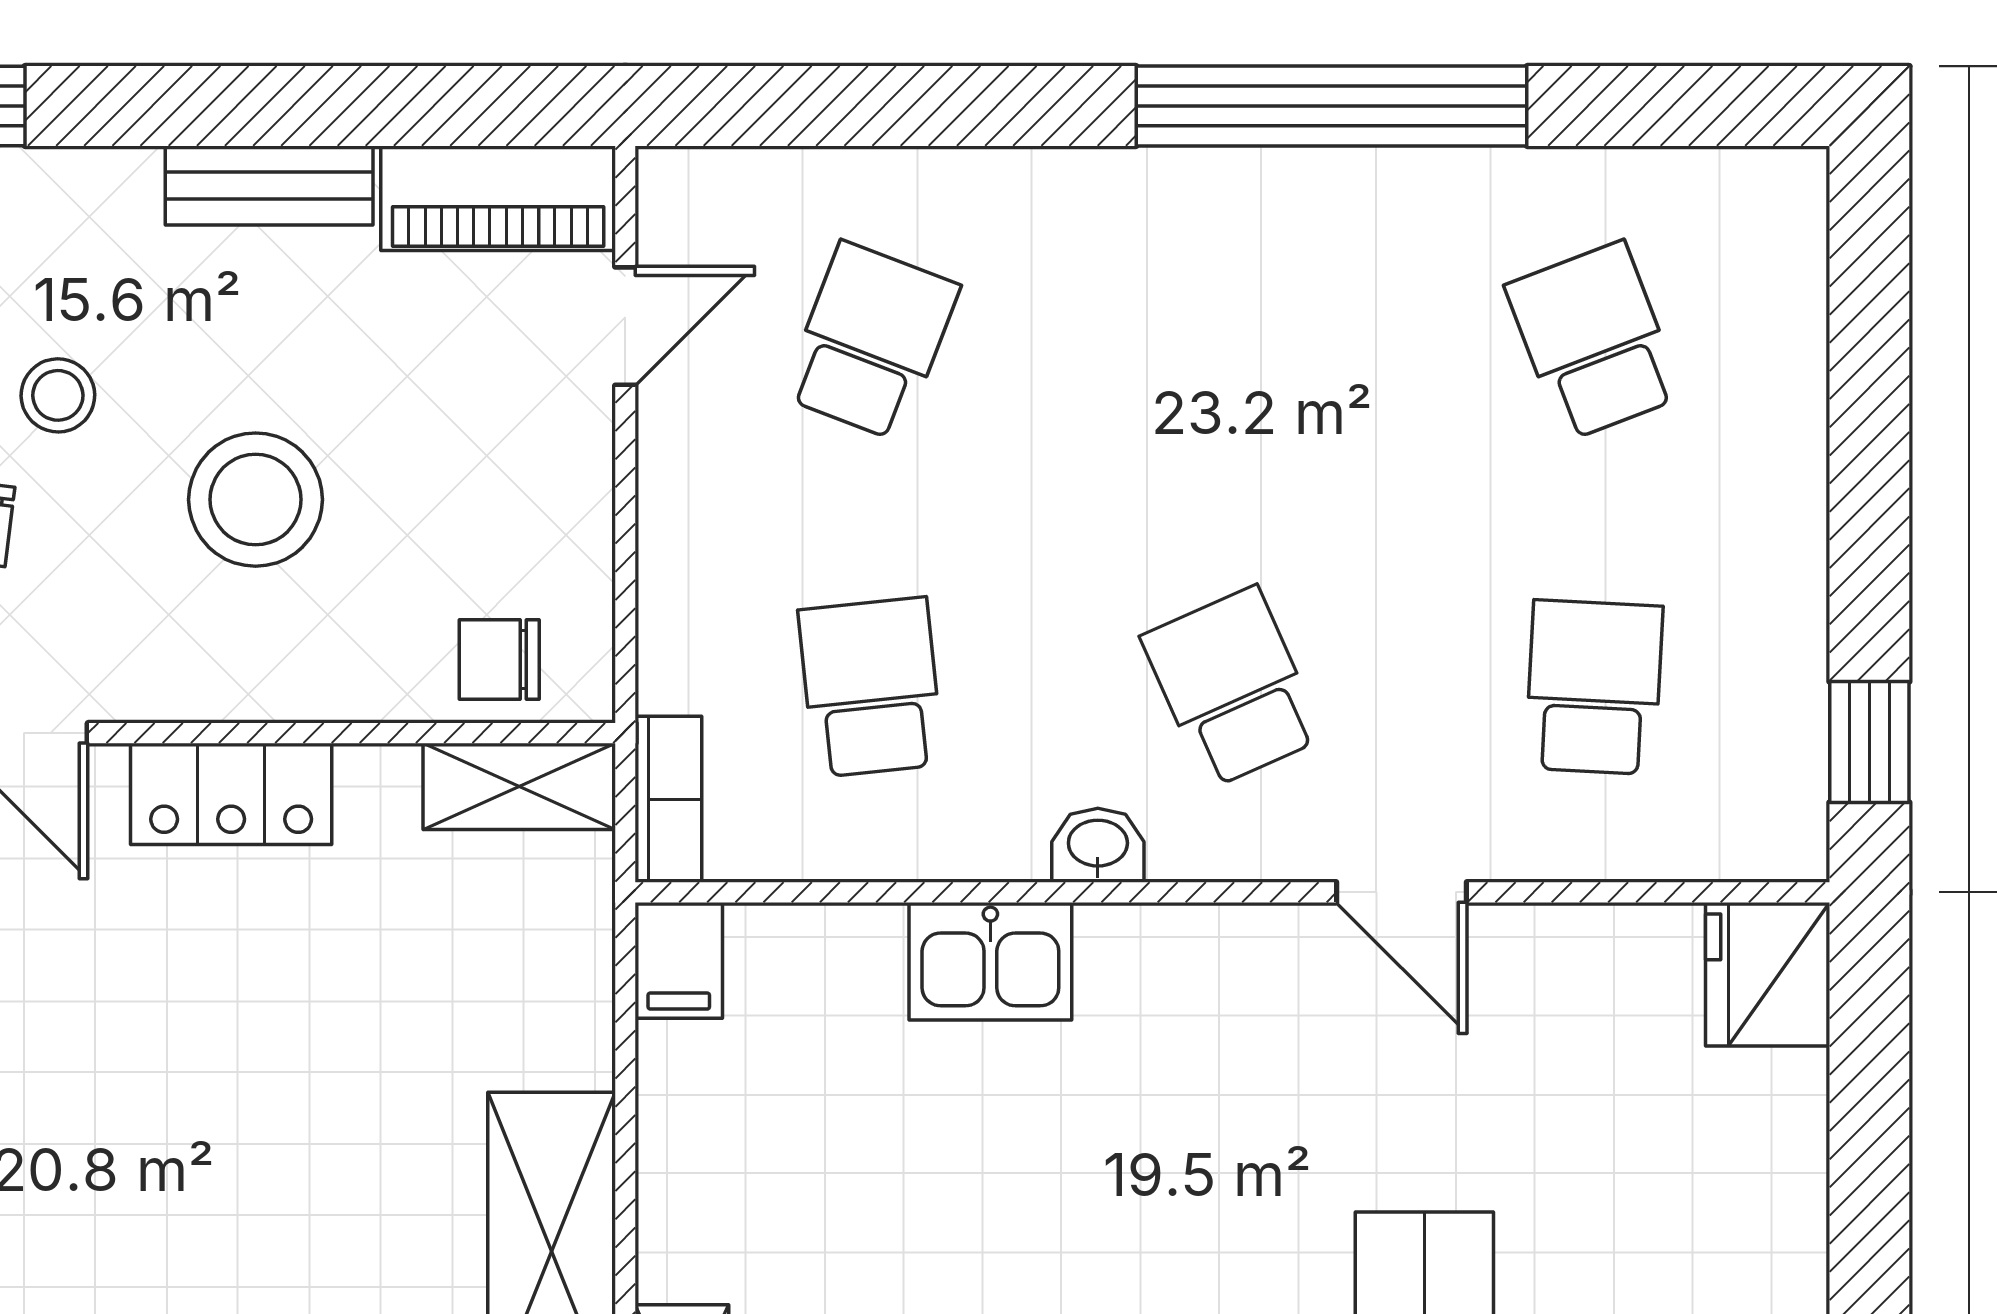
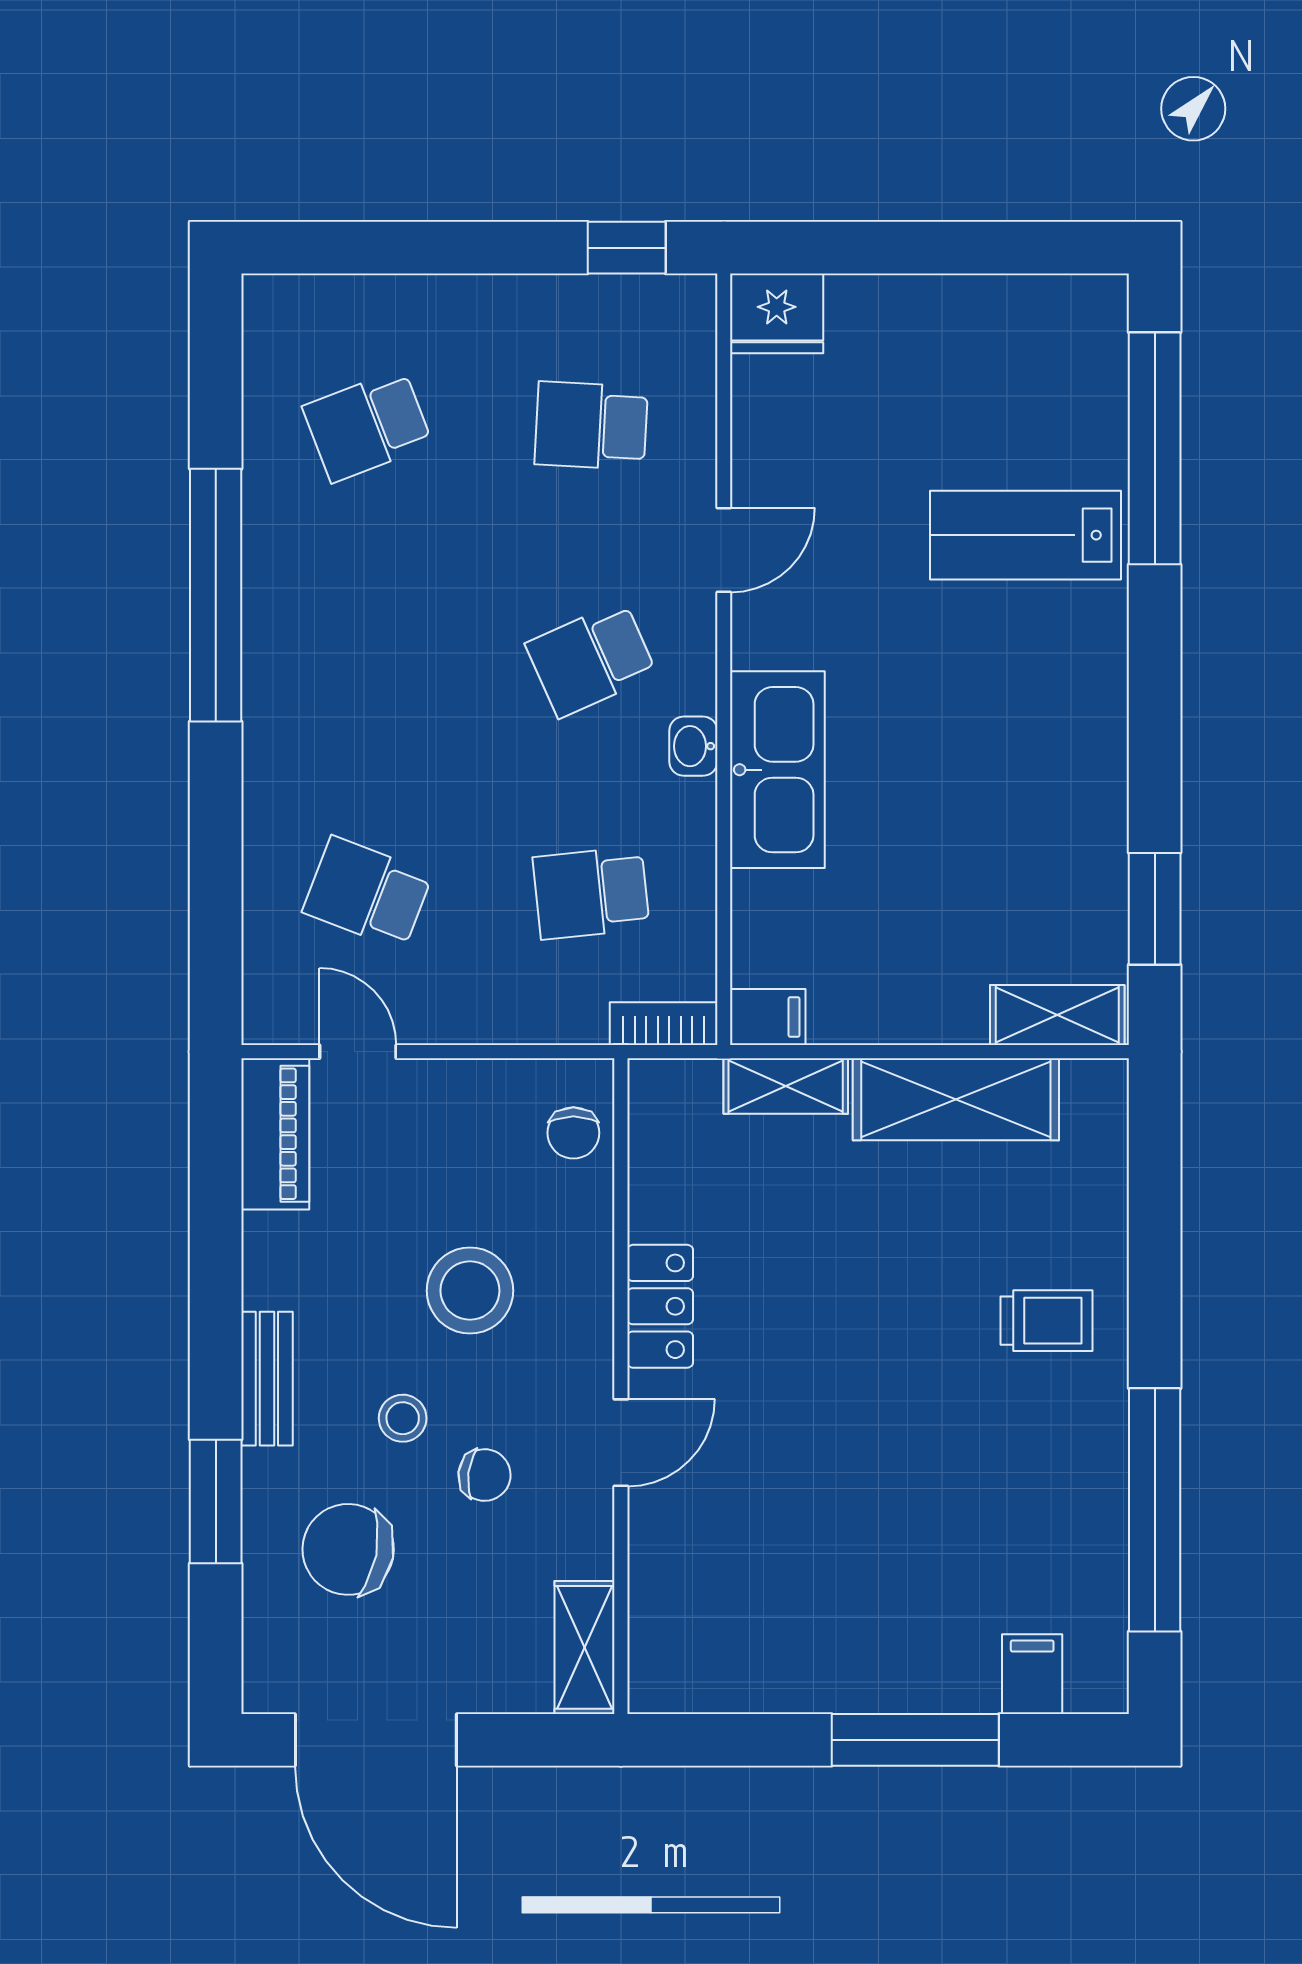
bench: (269, 185) -> (267, 1379), moved
shelving: (519, 786) -> (786, 1086), moved, turned 90
kitchen sink: (990, 961) -> (777, 770), width x1.88, depth x1.24

